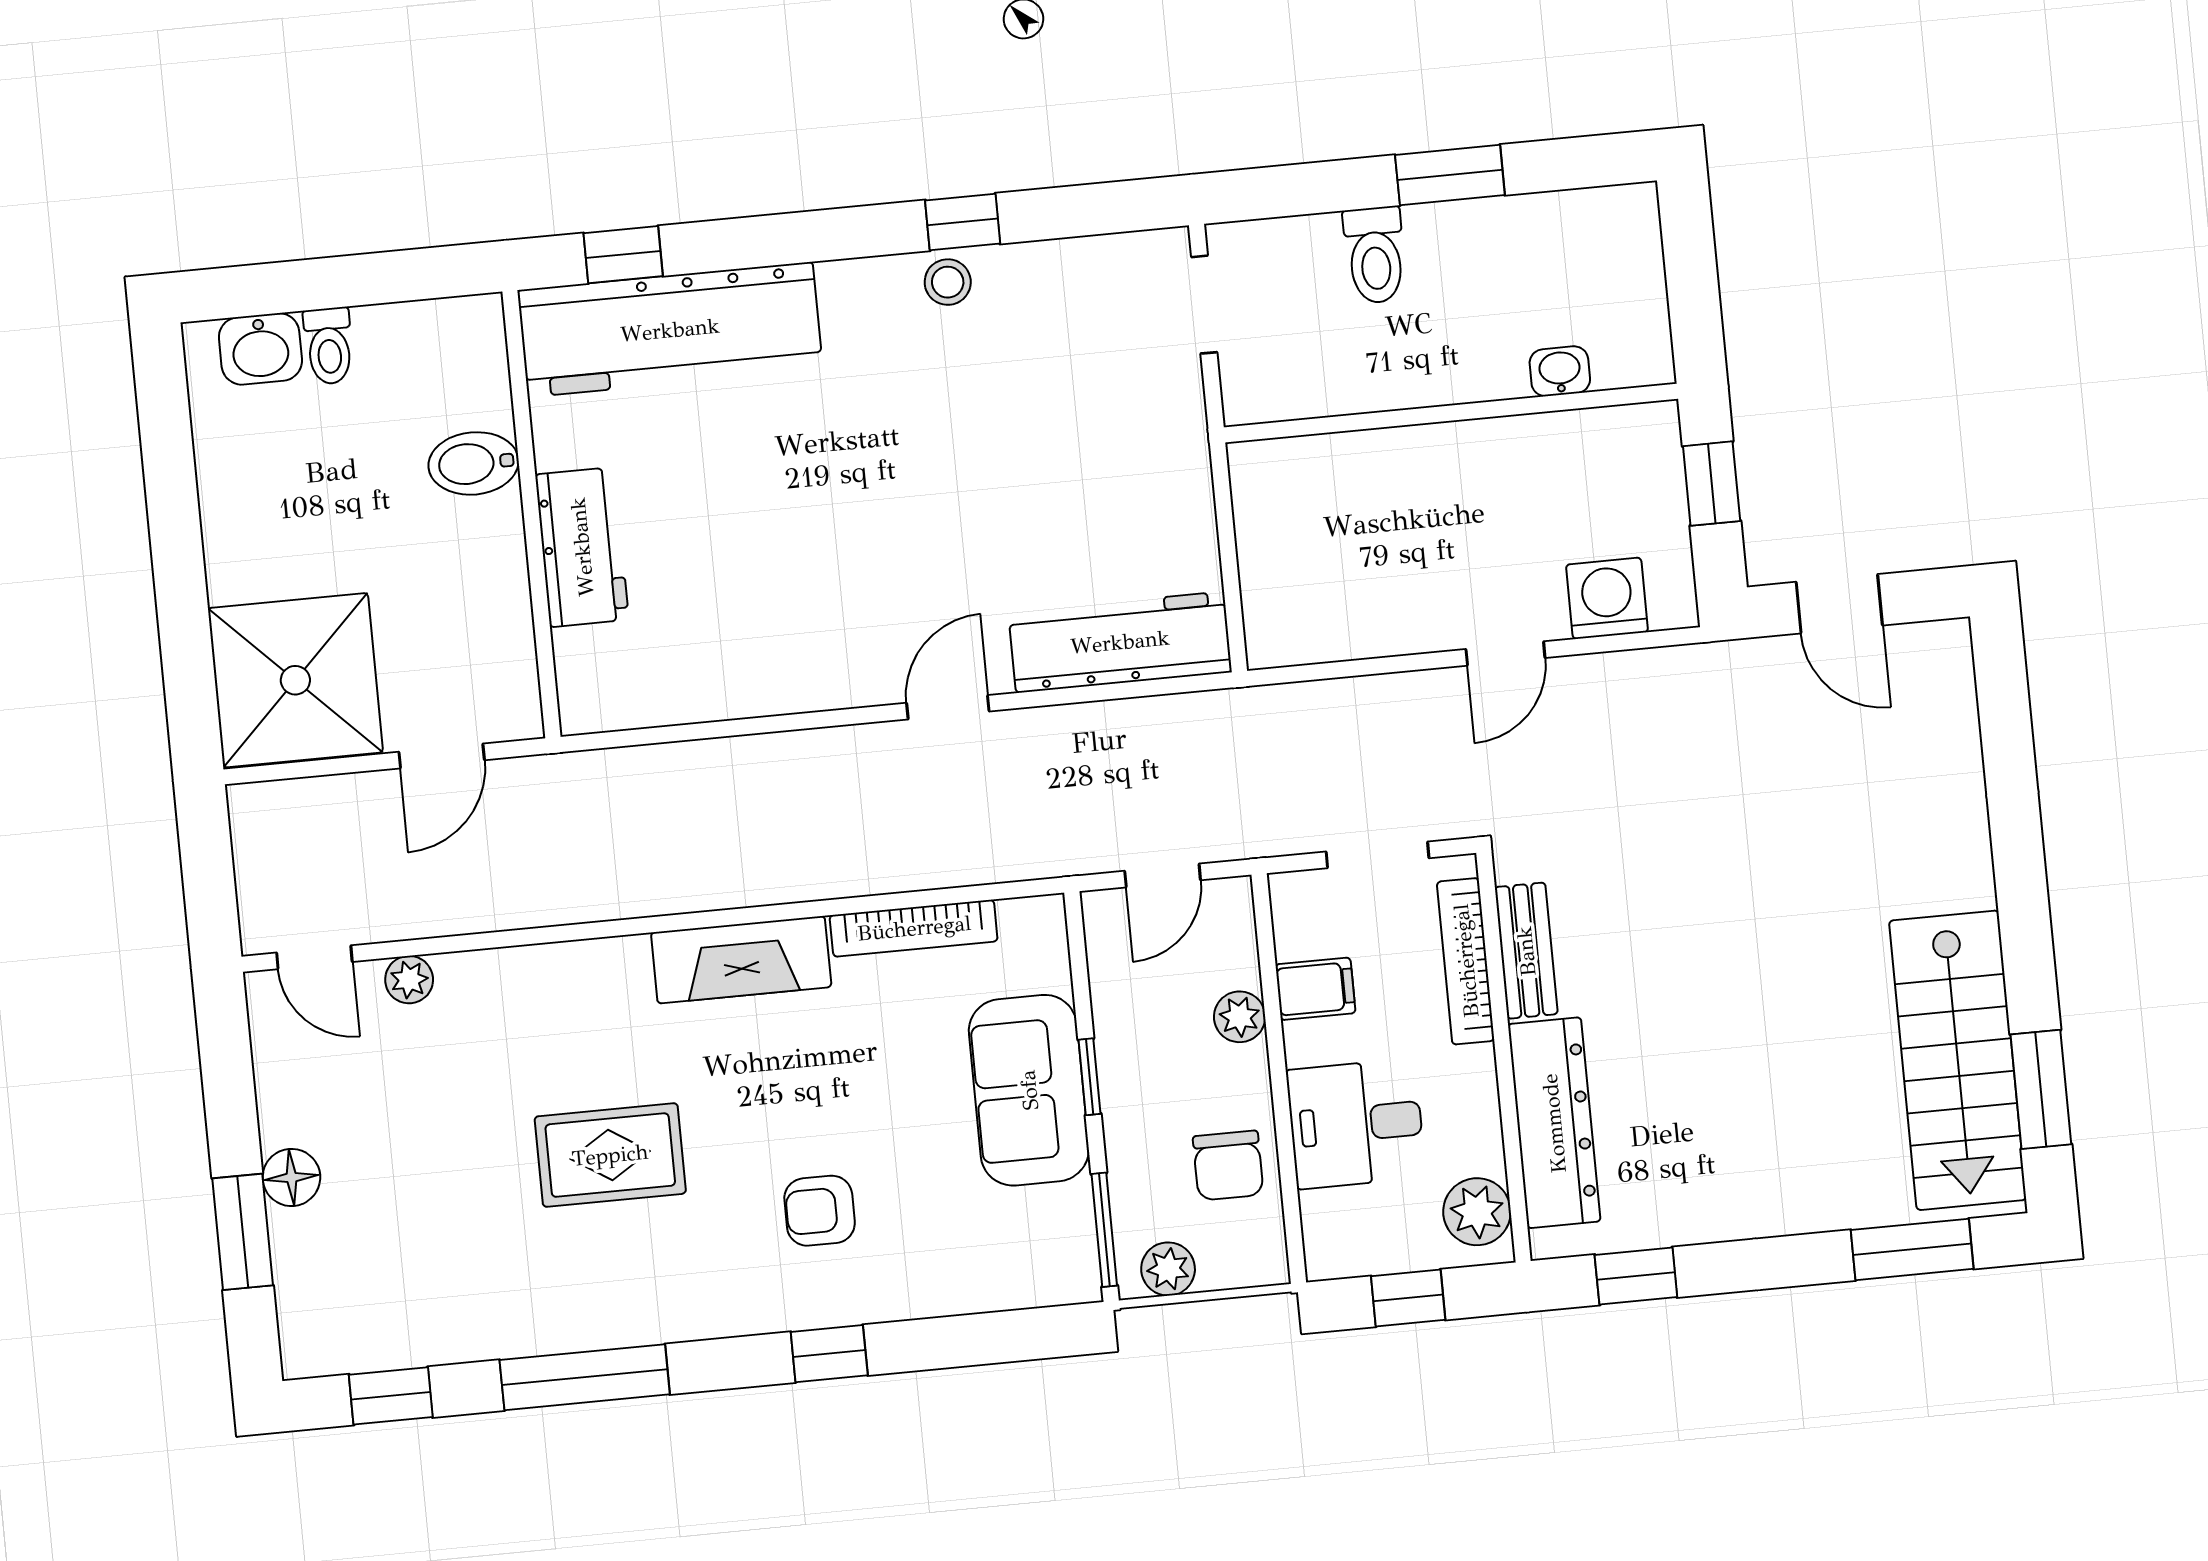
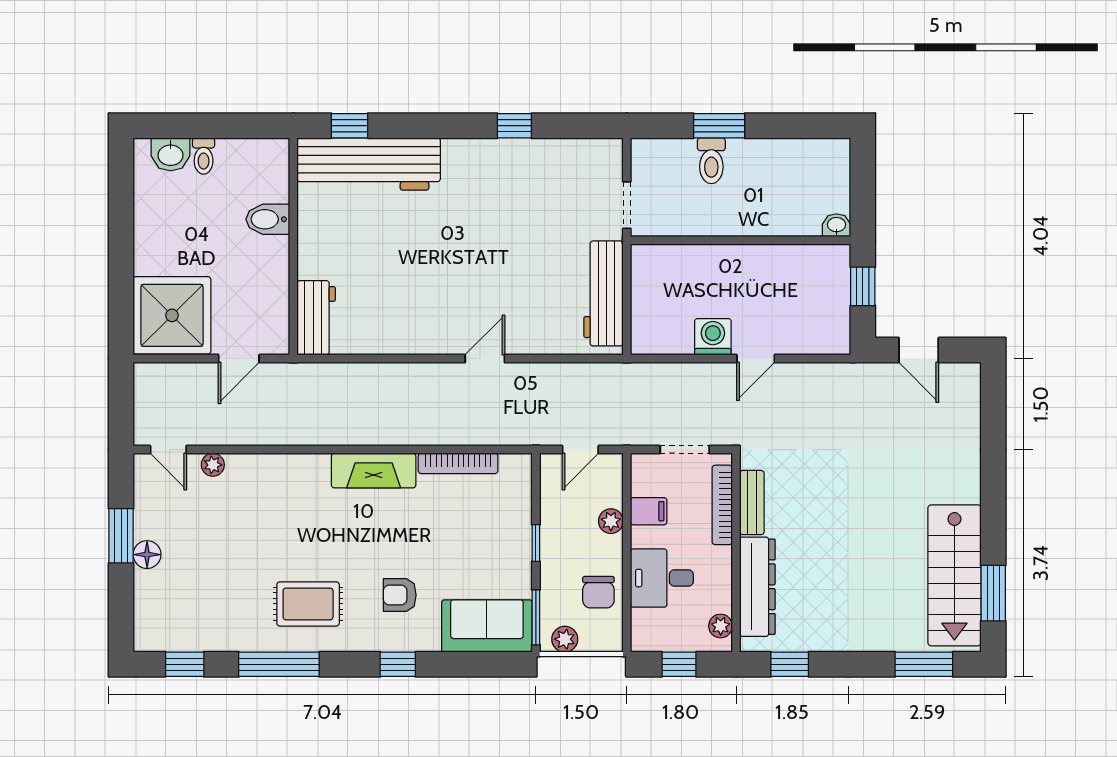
window: (1450, 175) -> (719, 126), moved
stool: (948, 282) -> (504, 154), removed
doorway: (1204, 305) -> (627, 205), moved
washbasin: (1560, 371) -> (836, 225), moved
workbench: (582, 547) -> (316, 318), moved
washing machine: (1607, 598) -> (713, 337), moved
workbench: (1120, 642) -> (604, 293), moved, turned -90
sofa: (1029, 1090) -> (487, 626), moved, turned 90
rug: (610, 1155) -> (308, 604), moved
plant: (1477, 1212) -> (721, 626), width x0.73, depth x0.73
window: (243, 1232) -> (121, 536), moved

